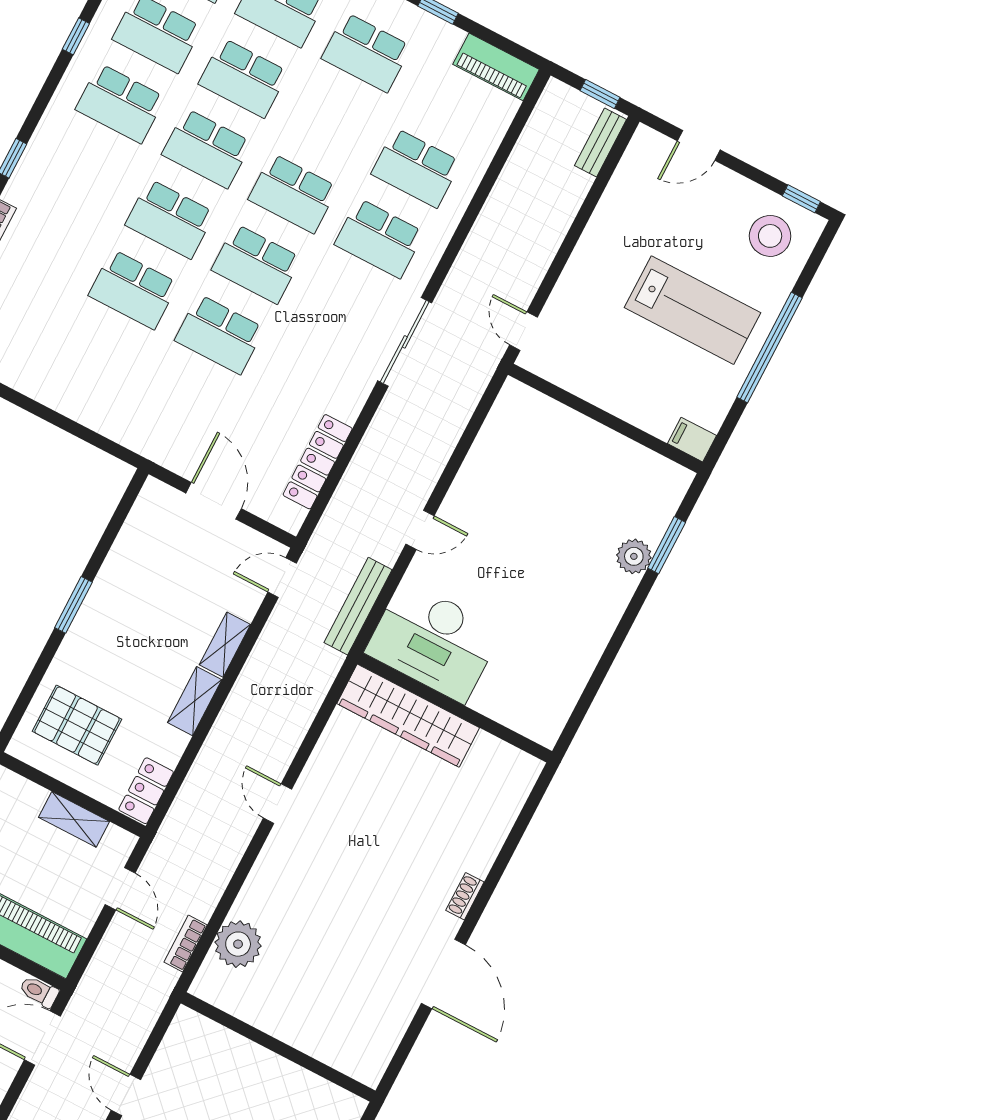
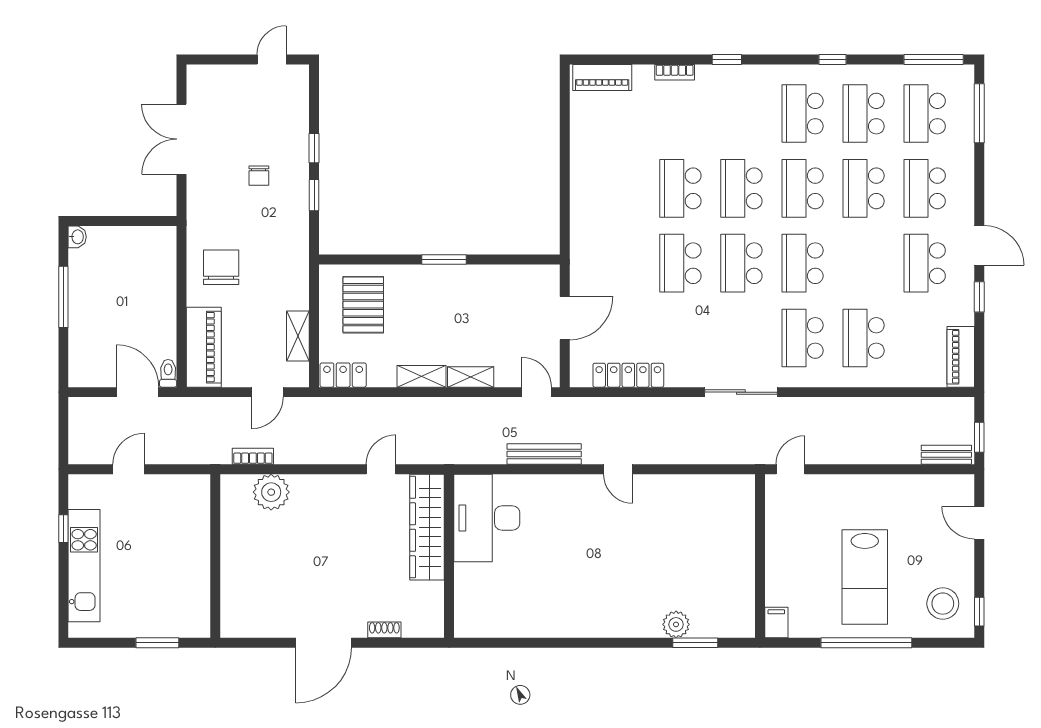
desk: (434, 641) -> (487, 518), moved
wall: (455, 708) -> (449, 556), moved
wardrobe: (408, 716) -> (427, 527), moved

